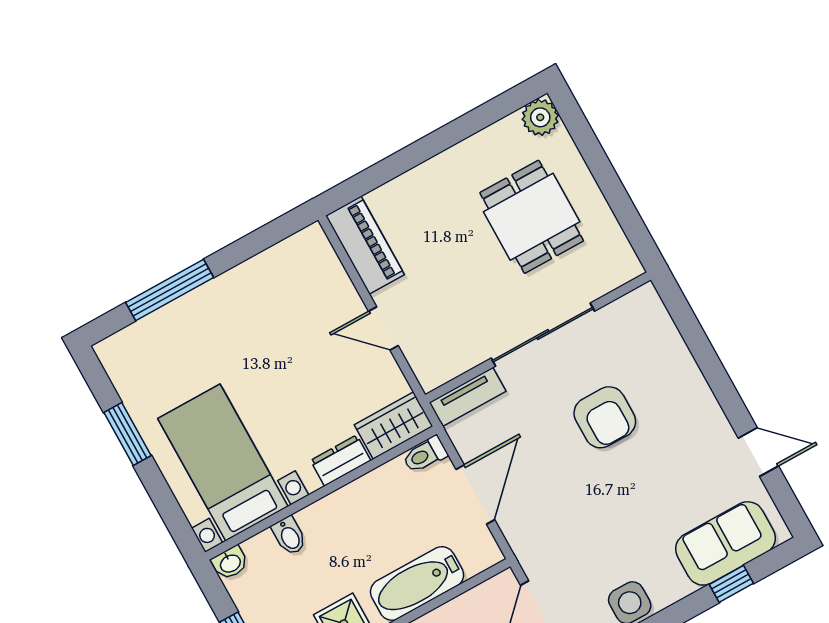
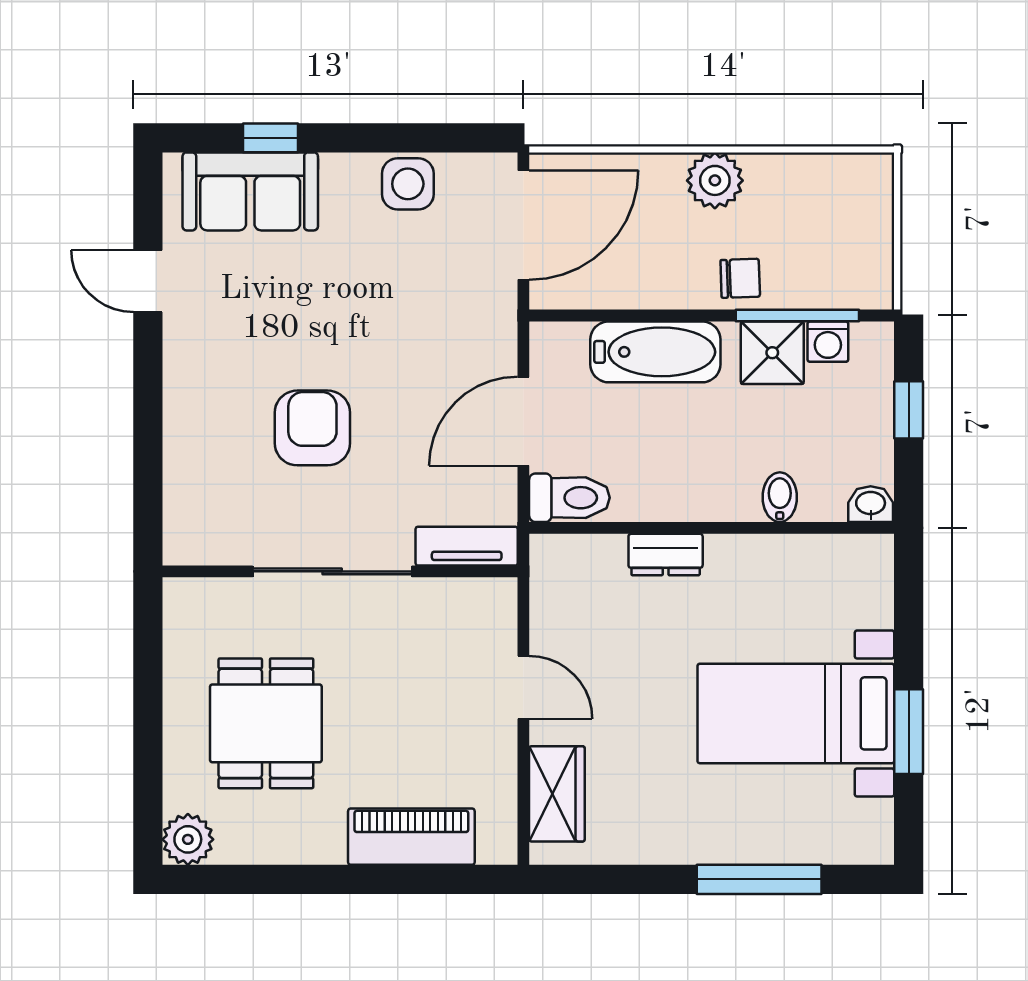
piano: (365, 245) -> (411, 837), moved, turned 90
wardrobe: (393, 426) -> (557, 794), moved, turned -90
toilet: (425, 455) -> (569, 498), width x1.37, depth x1.39
bed with nightstands: (223, 462) -> (796, 713), moved, turned 90

